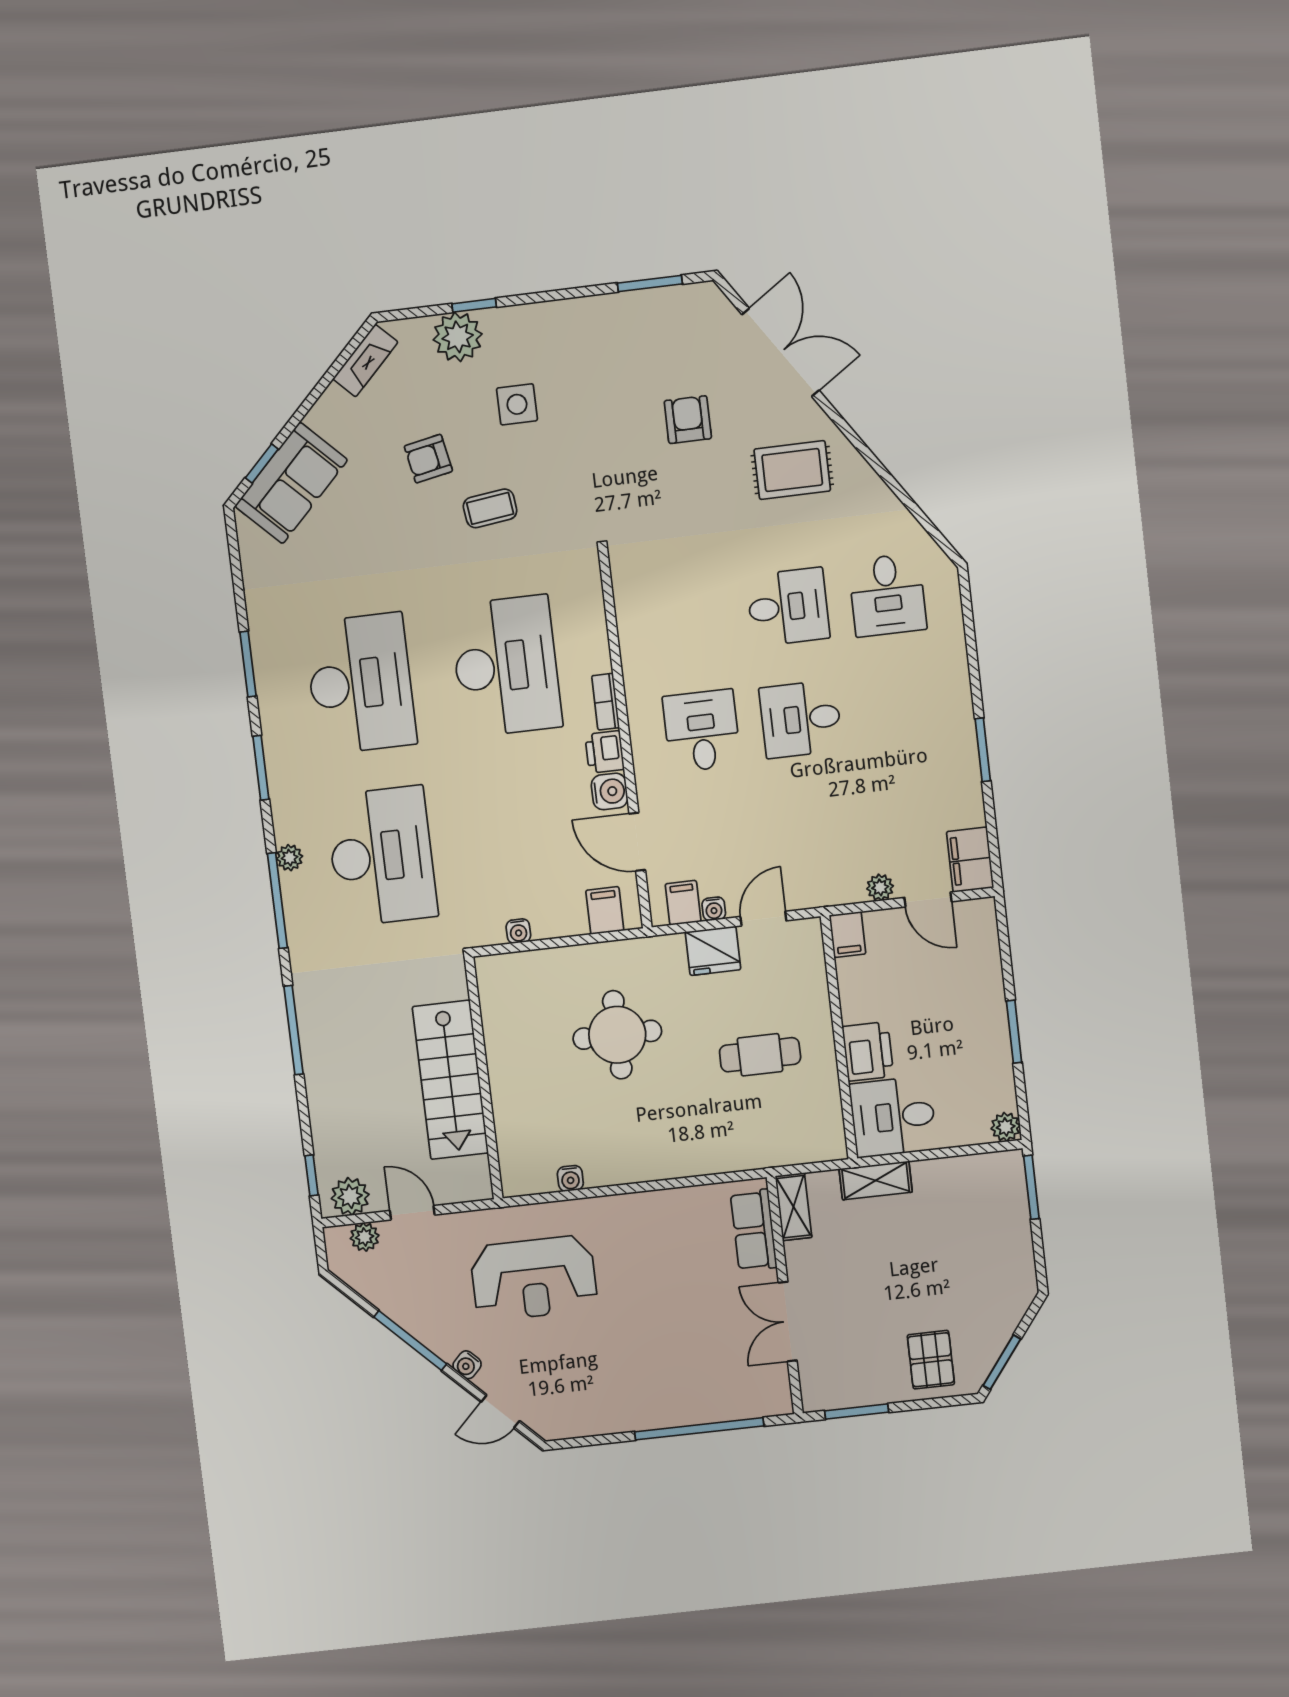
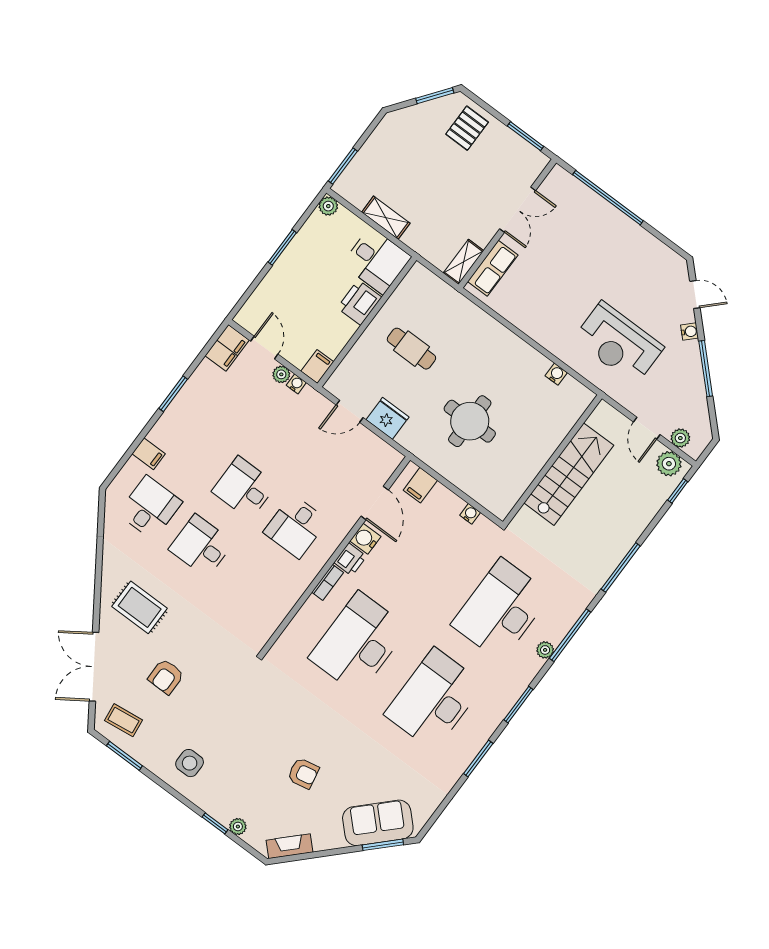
plant: (458, 337) -> (238, 827), width x0.53, depth x0.53
side table: (517, 404) -> (190, 763), moved
window: (262, 464) -> (383, 845), width x1.50
coffee table: (490, 508) -> (124, 720), moved
desk: (801, 719) -> (244, 488), turned 180
filing cabinet: (683, 903) -> (149, 454), moved, turned -90
water cooler: (714, 909) -> (296, 384), moved
shelving: (876, 1180) -> (386, 218), moved
reception desk: (534, 1278) -> (618, 343), turned 180

